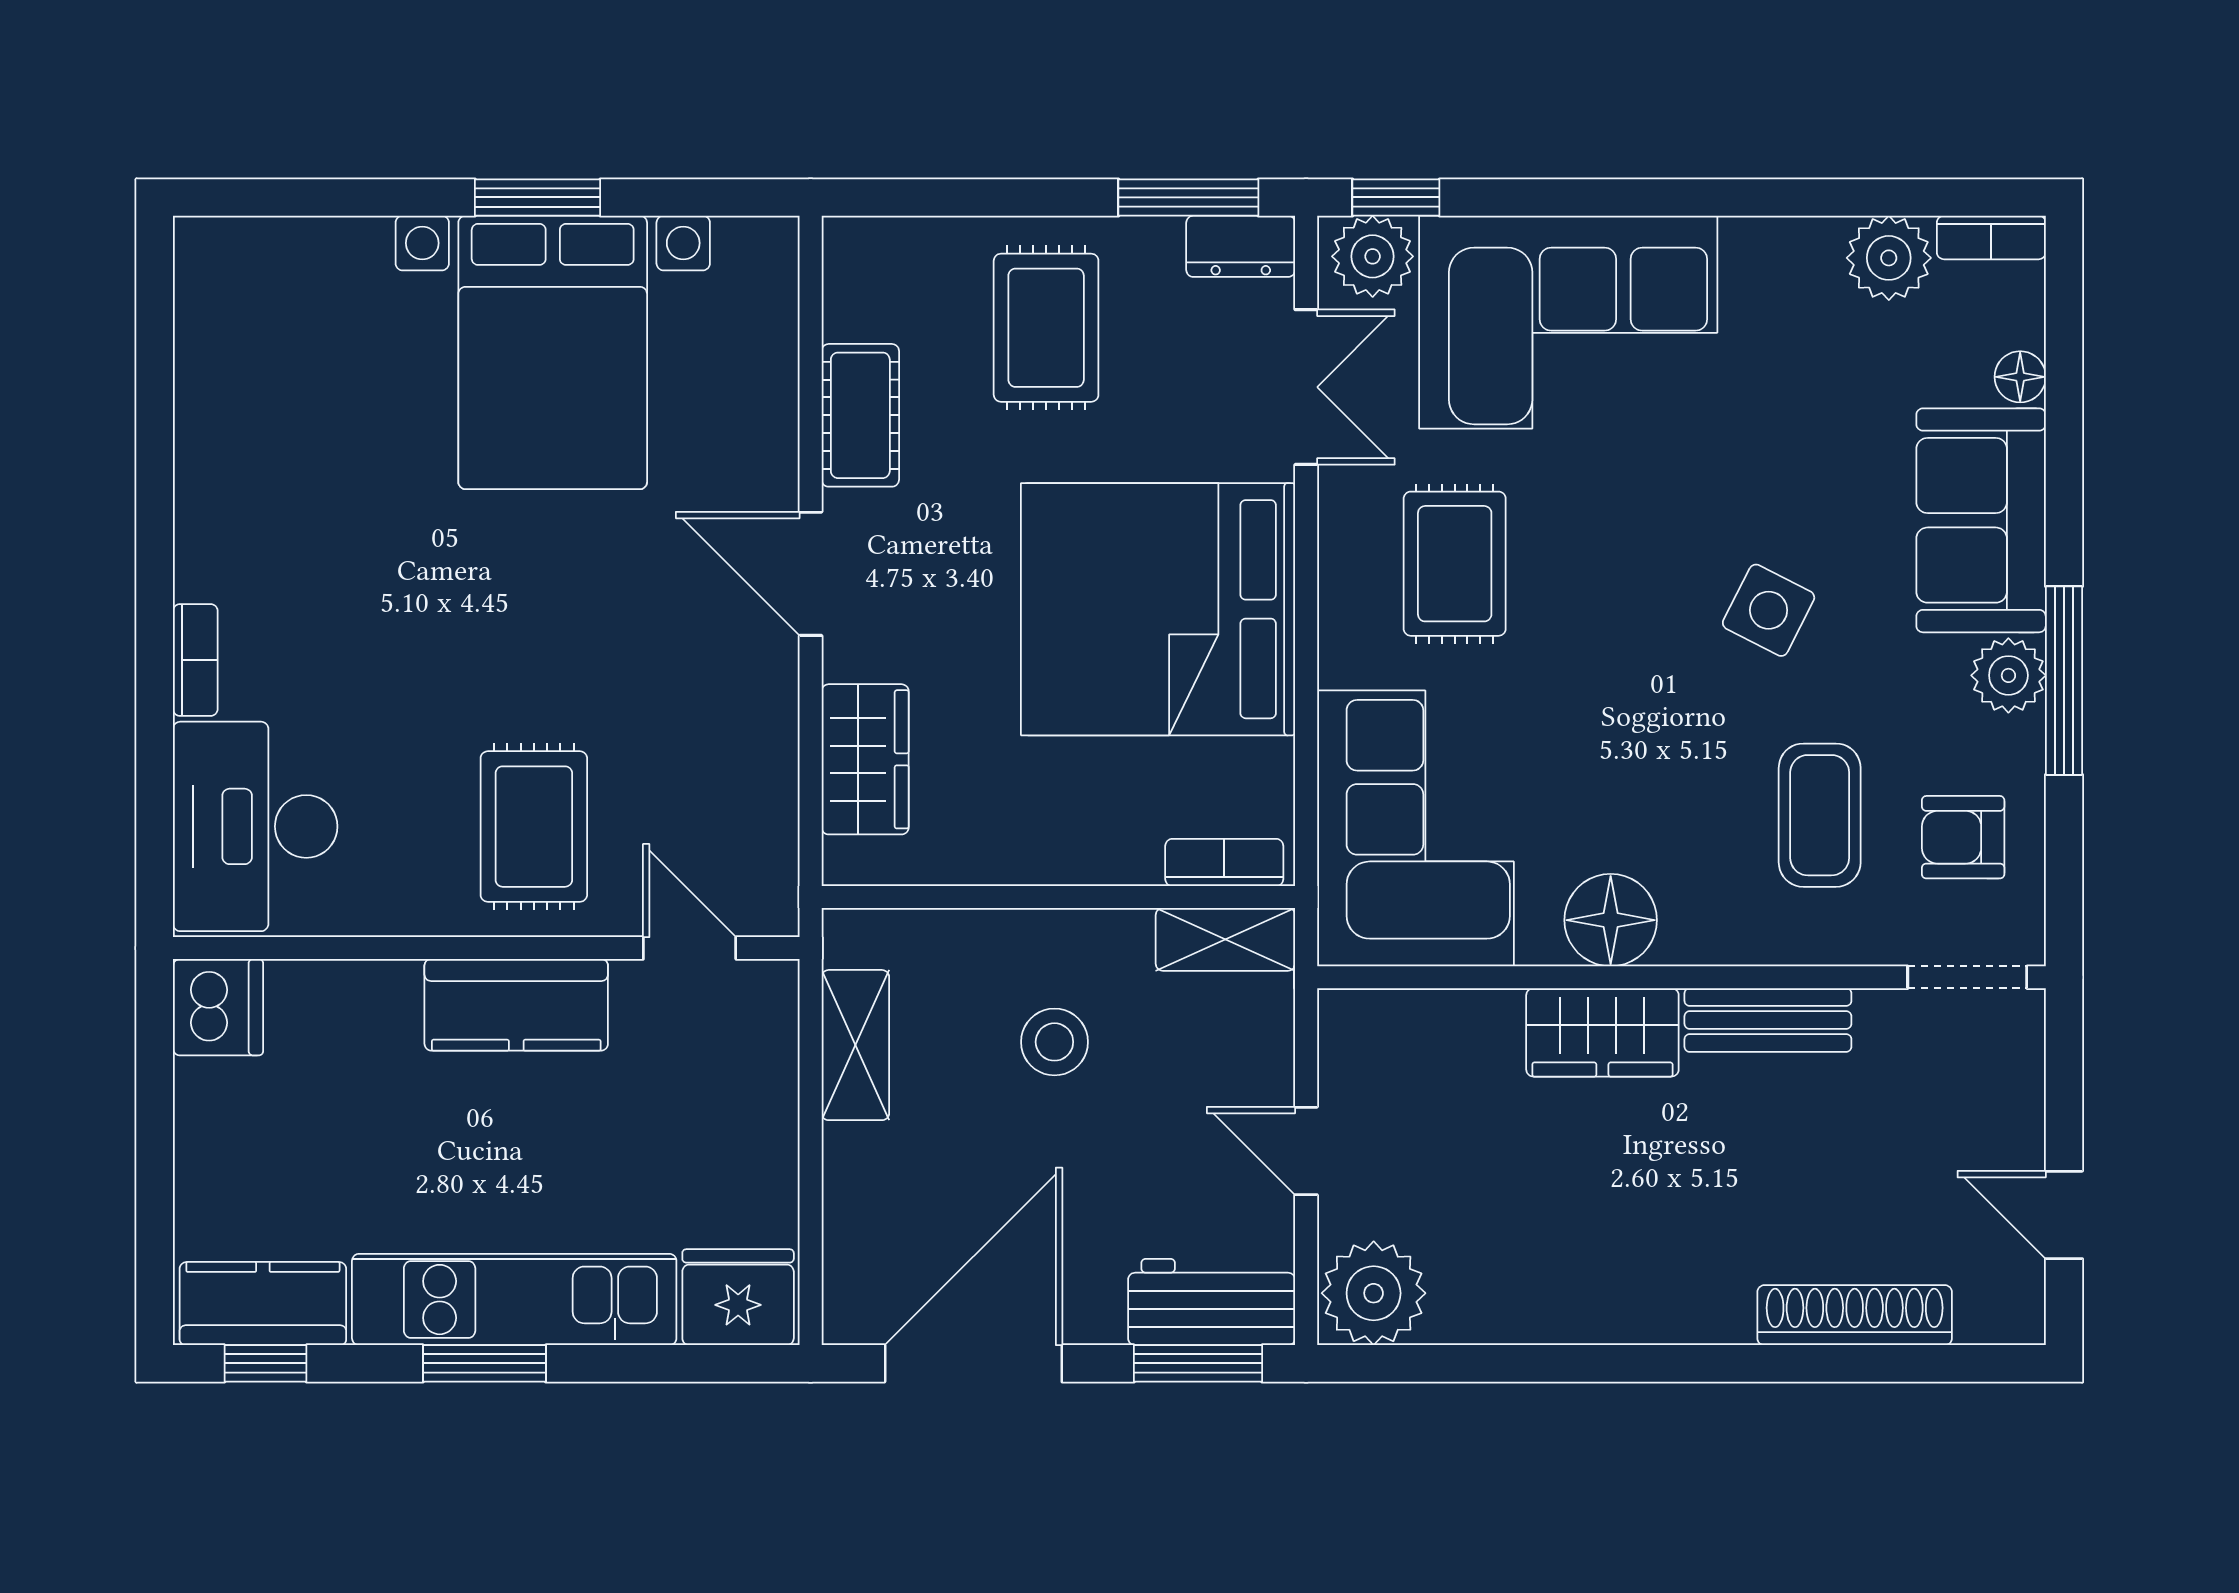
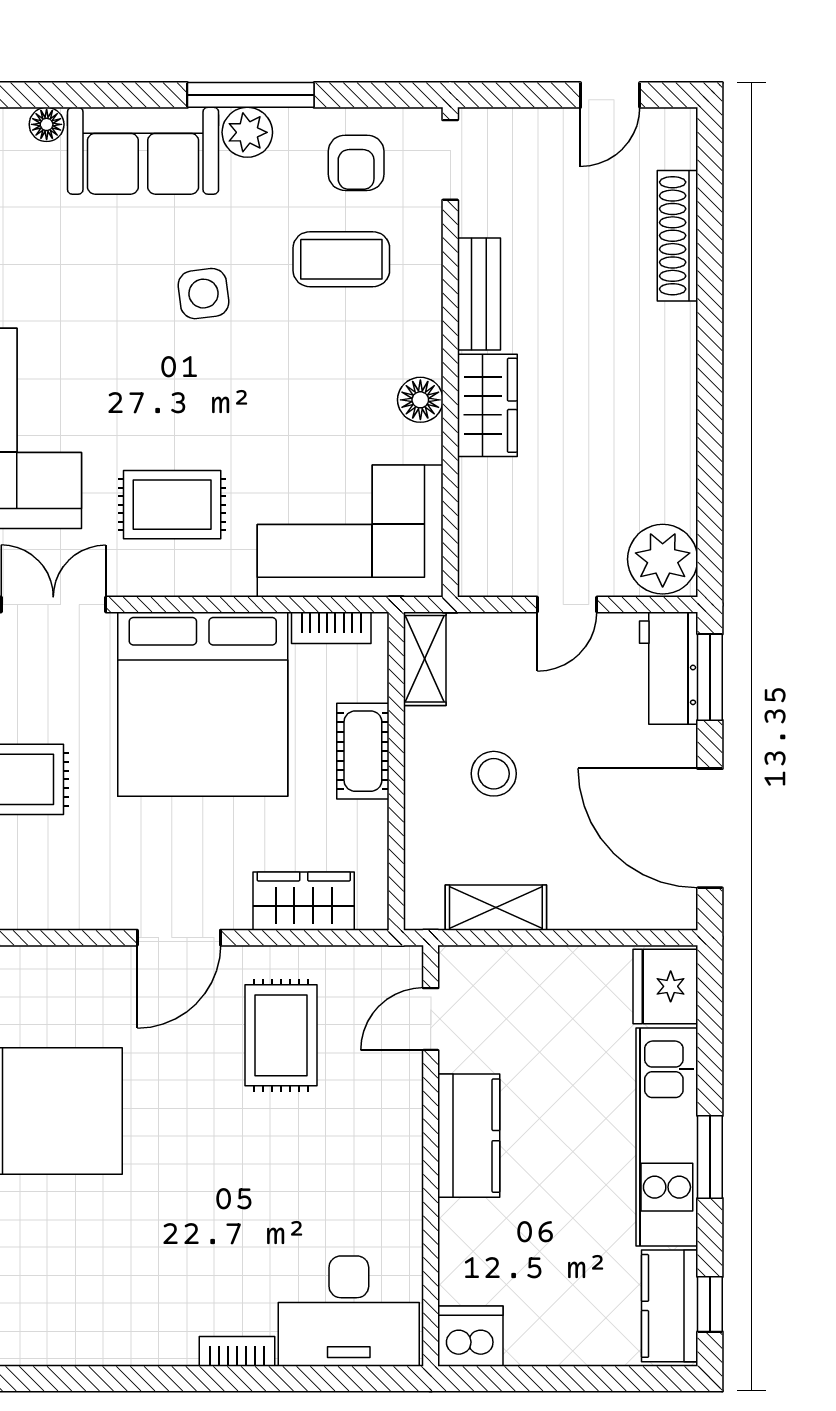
cot: (860, 415) -> (363, 751), moved, turned 90
side table: (1769, 610) -> (203, 294), turned -34
rug: (534, 827) -> (281, 1035), moved, turned 90
bookcase: (1224, 863) -> (331, 628), moved, turned -90
floor lamp: (1611, 920) -> (420, 400), width x0.73, depth x0.73

